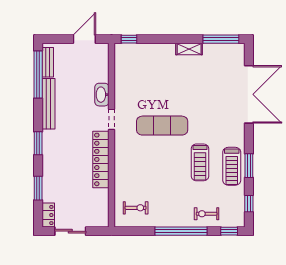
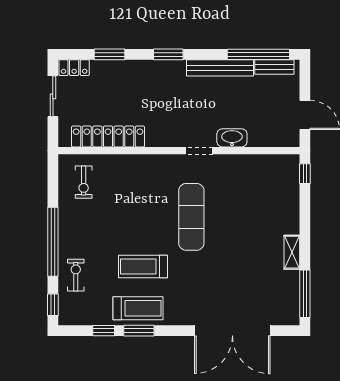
locker: (101, 159) -> (108, 136), moved
treadmill: (232, 166) -> (138, 308), turned 180
window: (249, 204) -> (104, 331), moved

